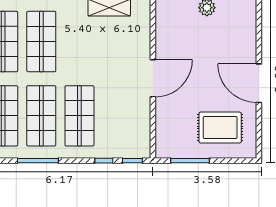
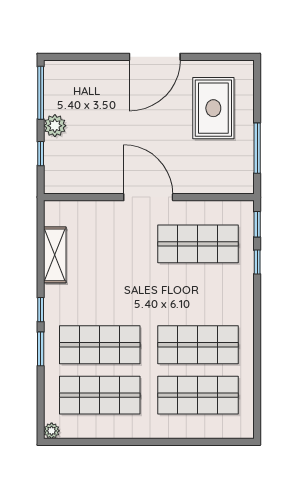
shop shelf: (79, 116) -> (198, 244), moved
window: (38, 161) -> (257, 349), removed

